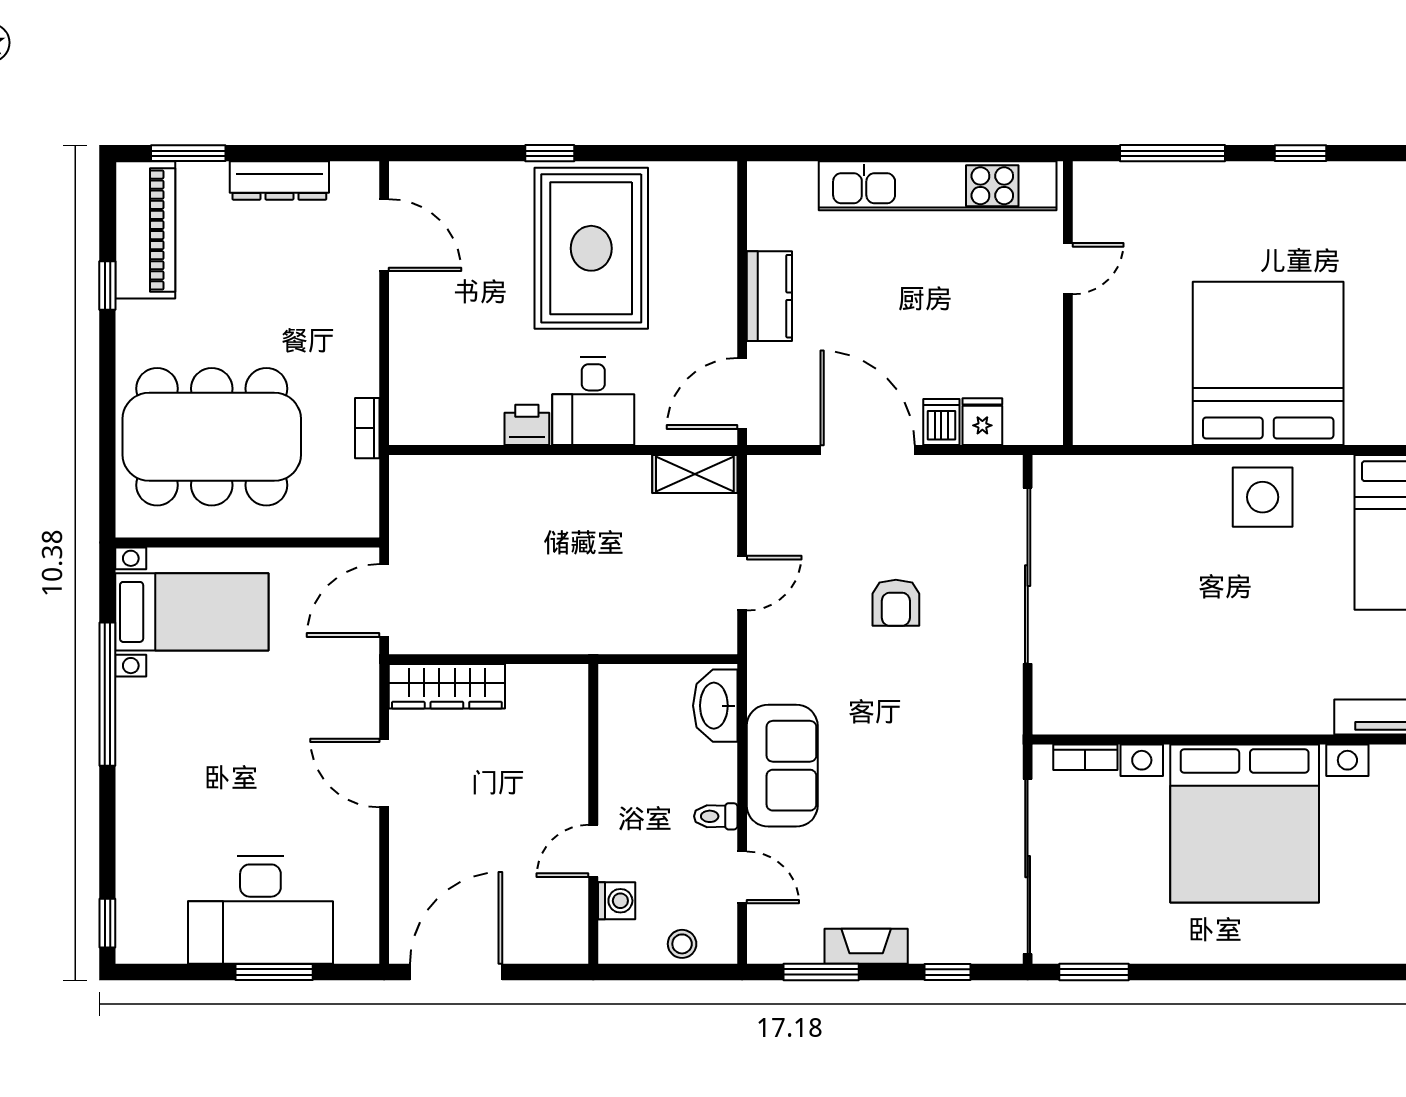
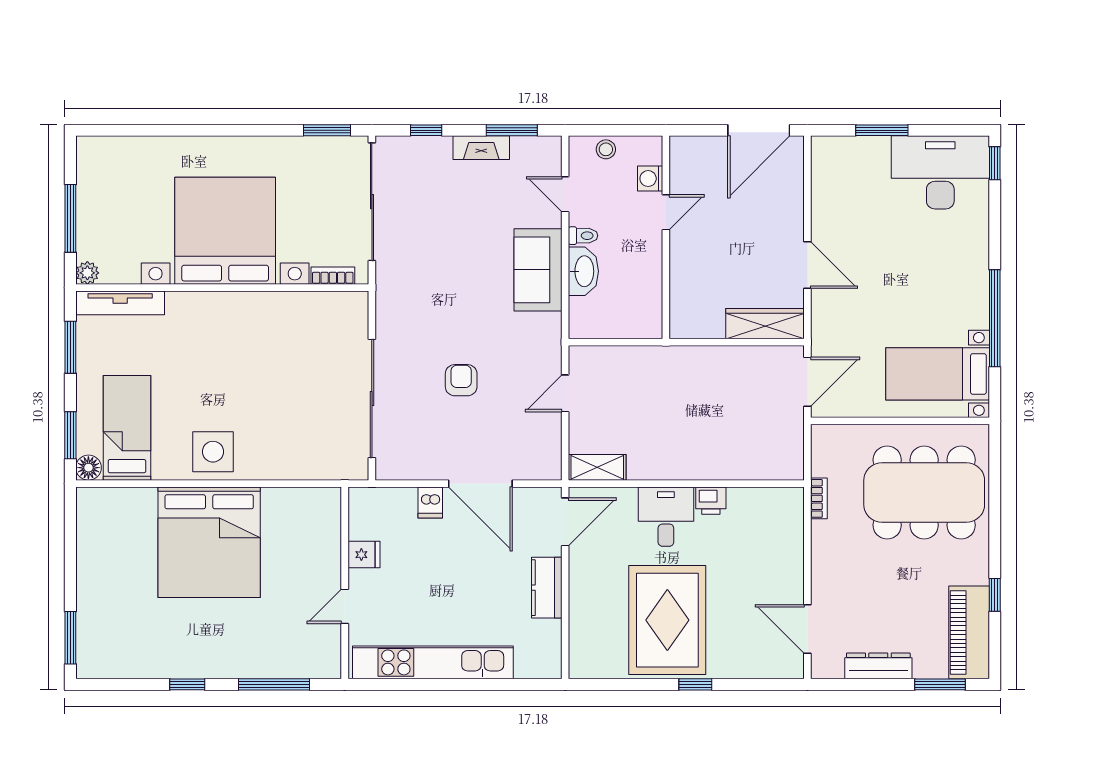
fridge: (982, 422) -> (364, 555), moved, turned -90
washbasin: (715, 706) -> (583, 271), moved
desk: (260, 910) -> (940, 172), moved

